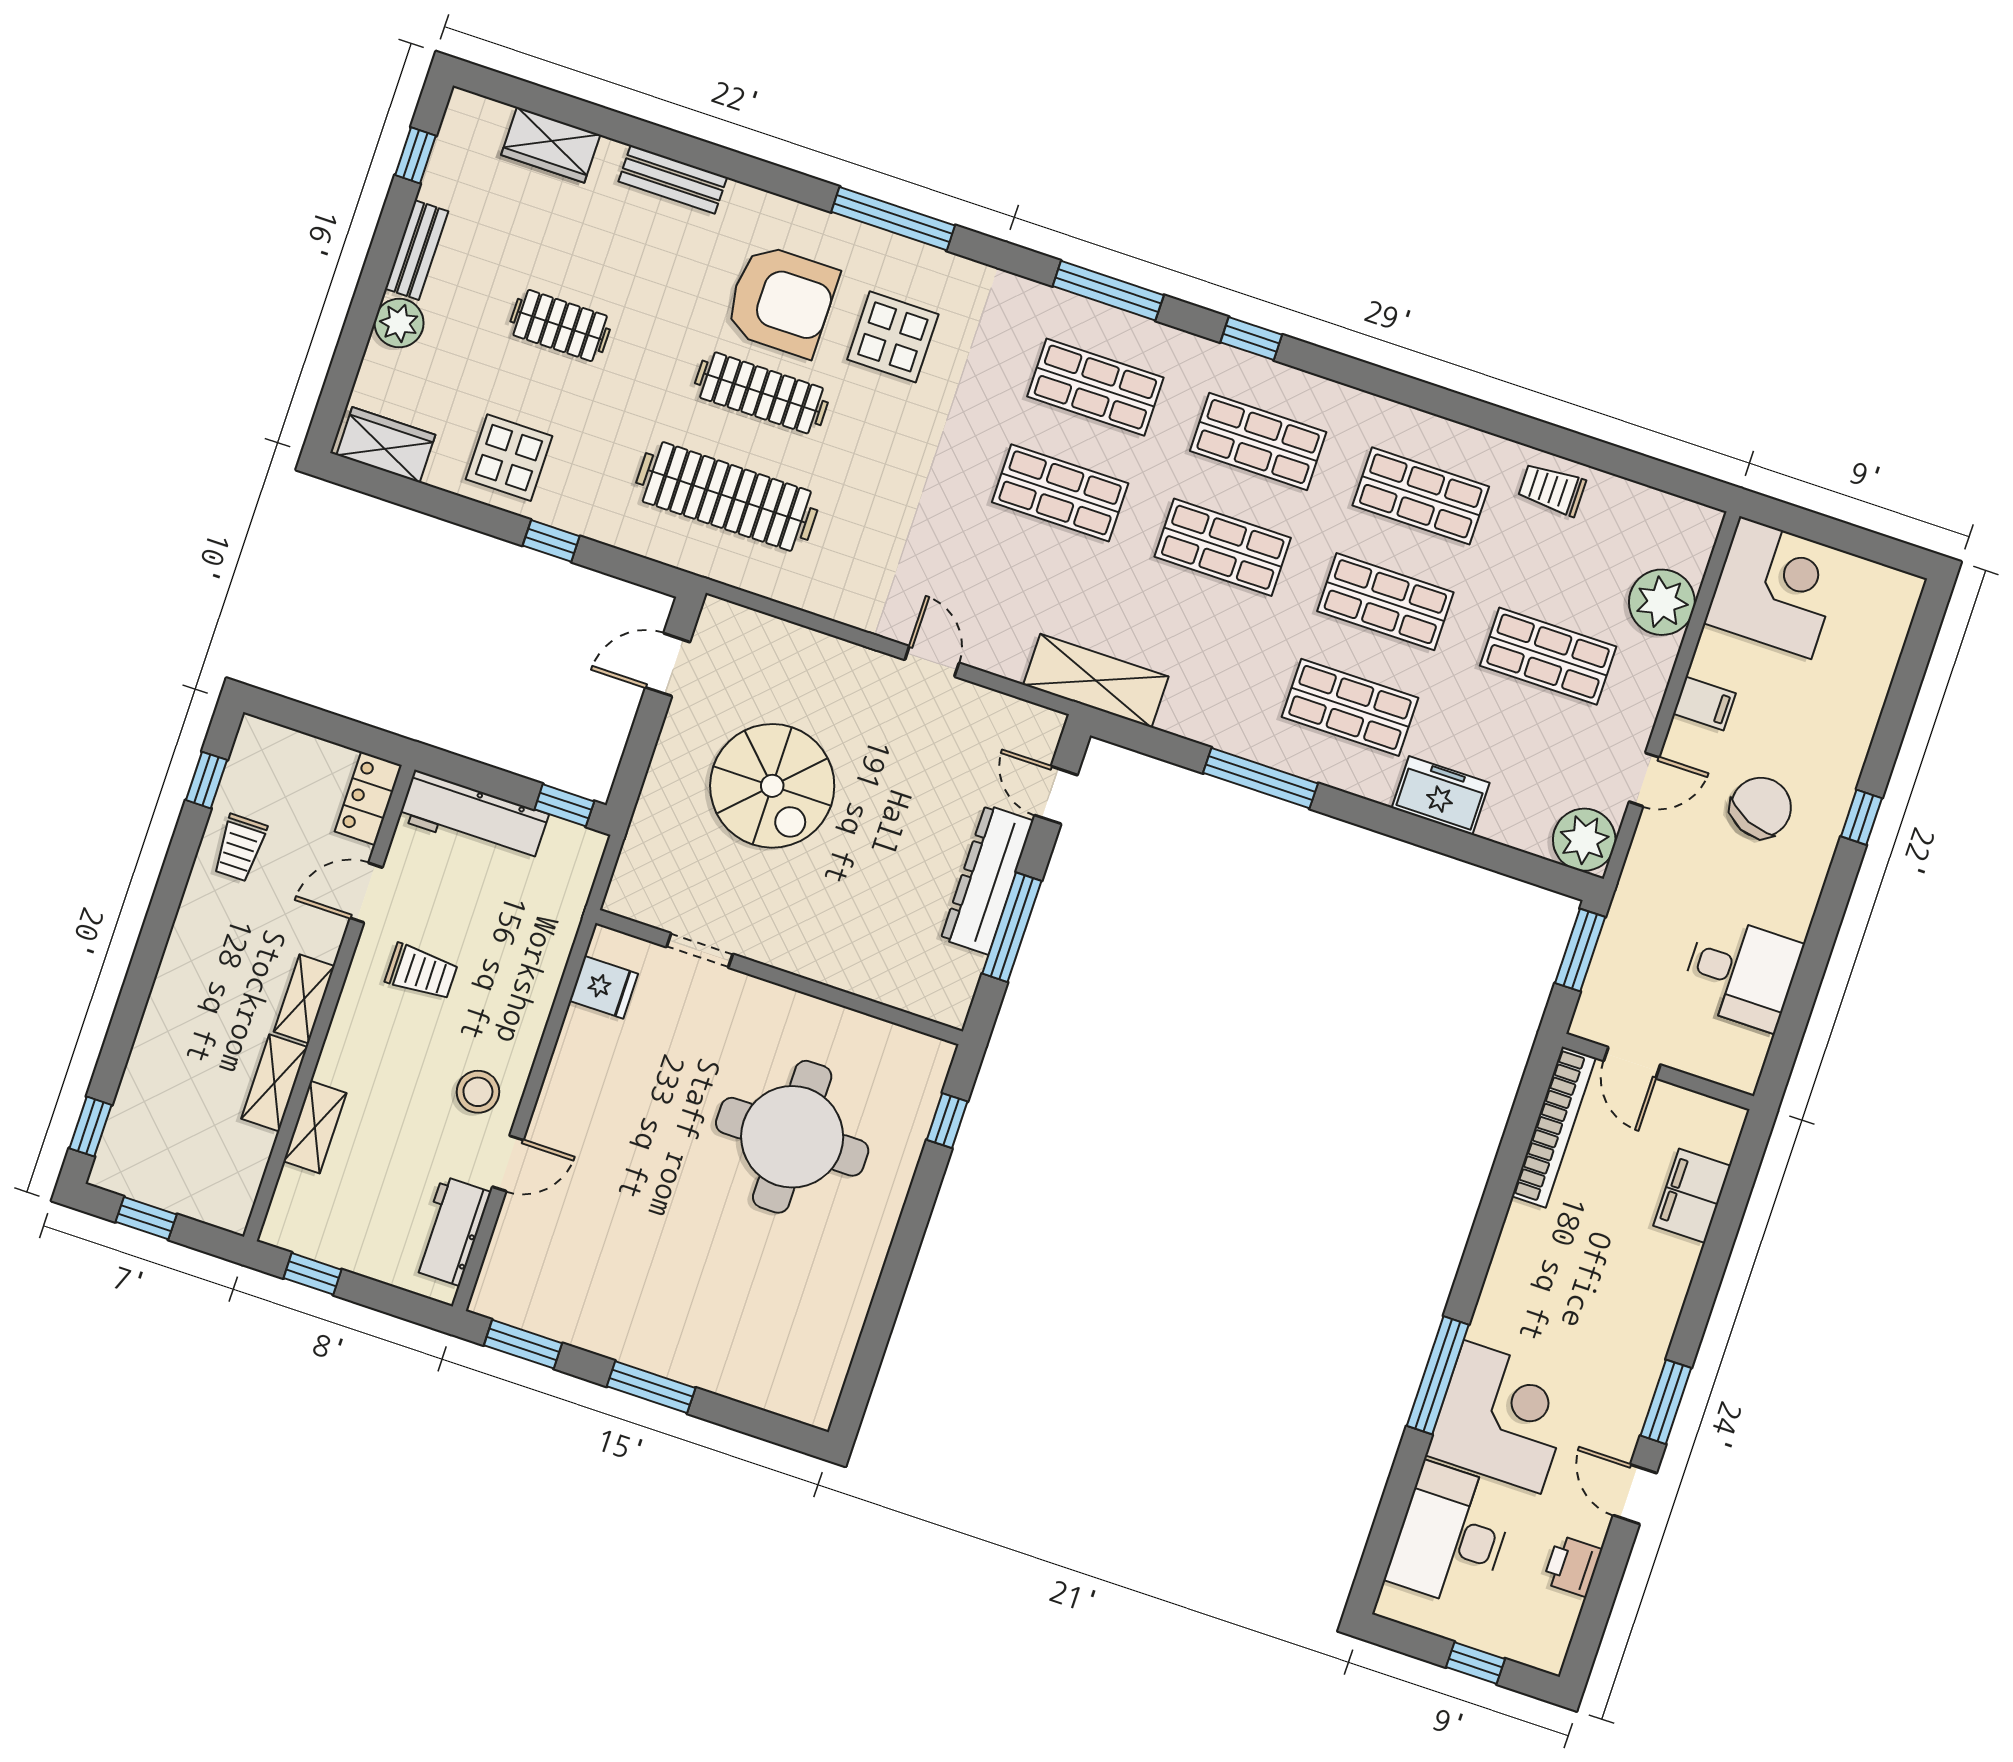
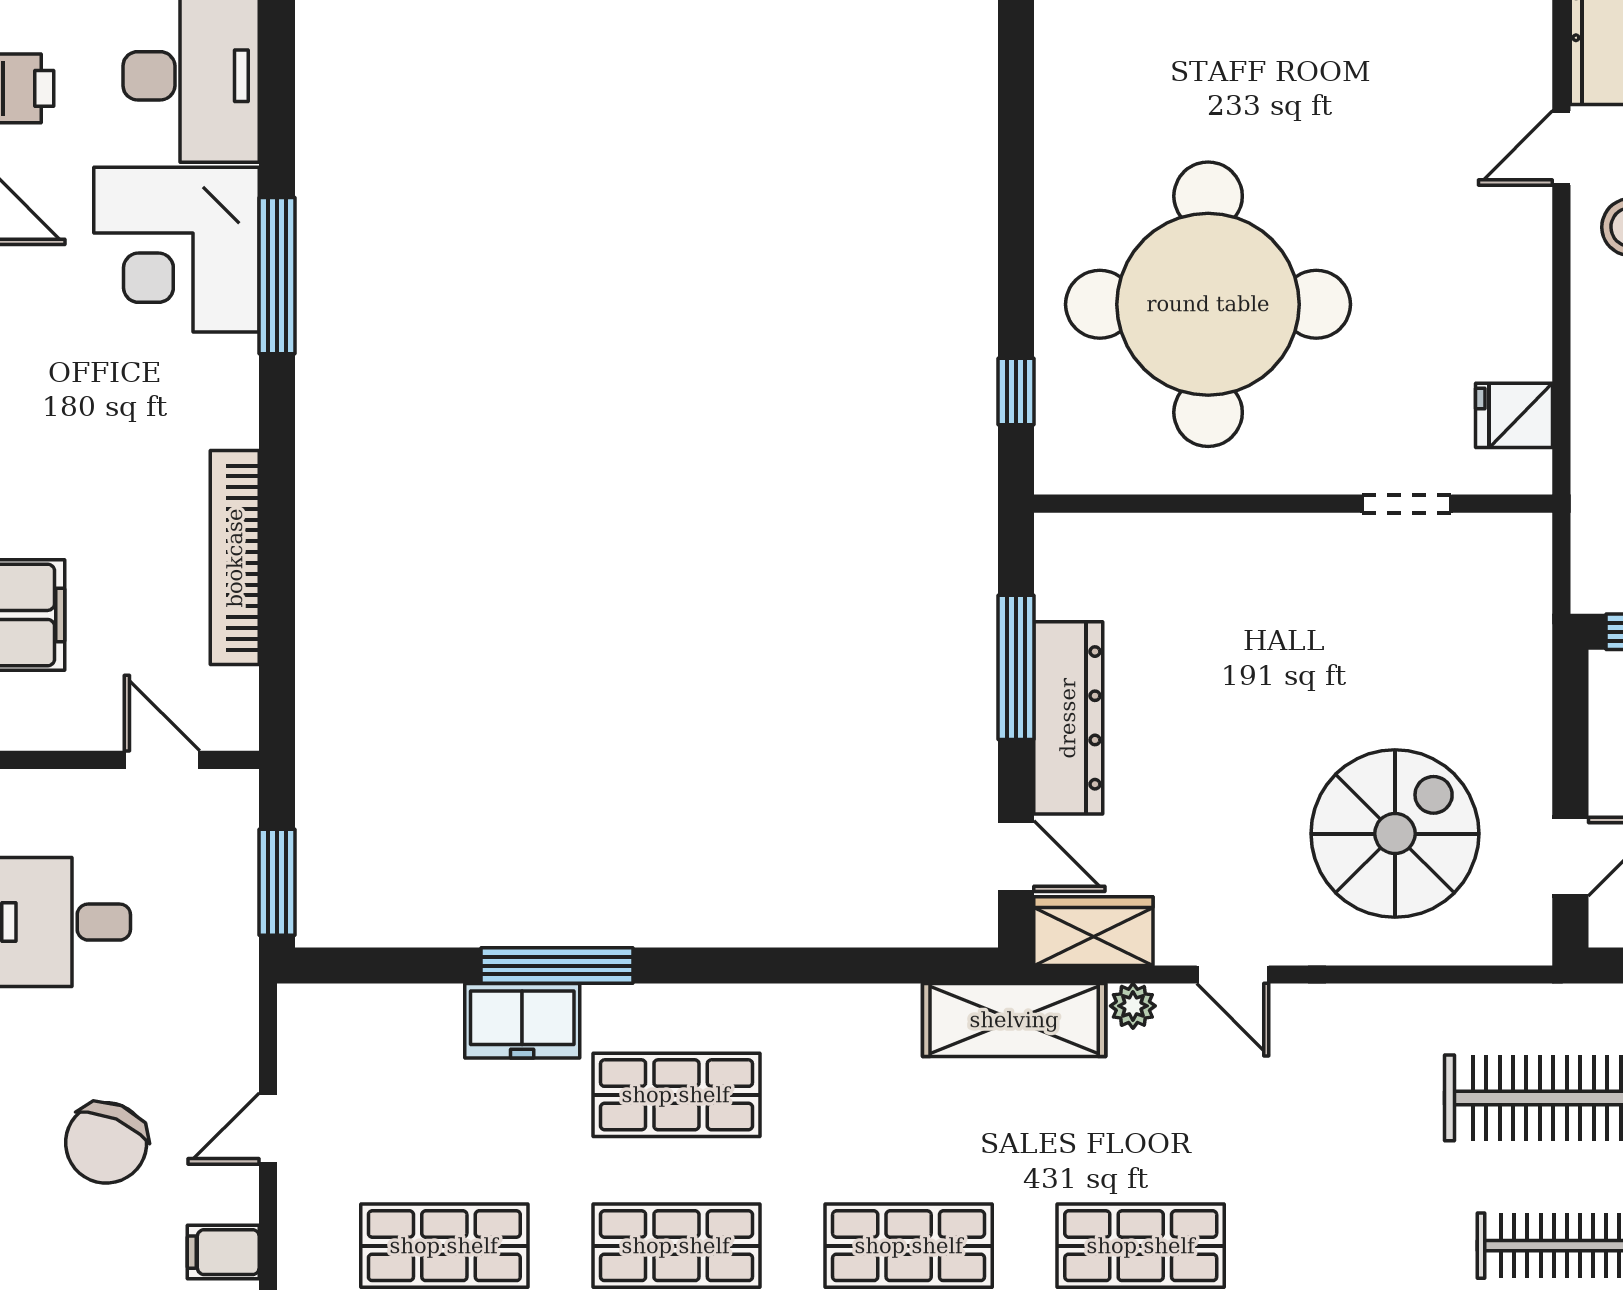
wardrobe: (1019, 724) -> (1093, 931), added
window: (1260, 778) -> (557, 966), moved
spiral stairs: (772, 786) -> (1395, 834), moved, turned 90
plant: (1584, 840) -> (1133, 1006), moved, width x0.53, depth x0.53
bookcase: (1554, 1127) -> (235, 558), moved
round table: (792, 1137) -> (1208, 304), width x1.36, depth x1.36

